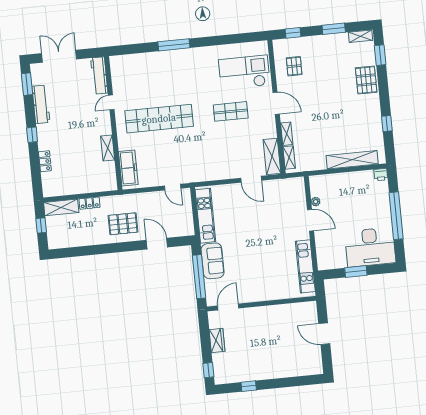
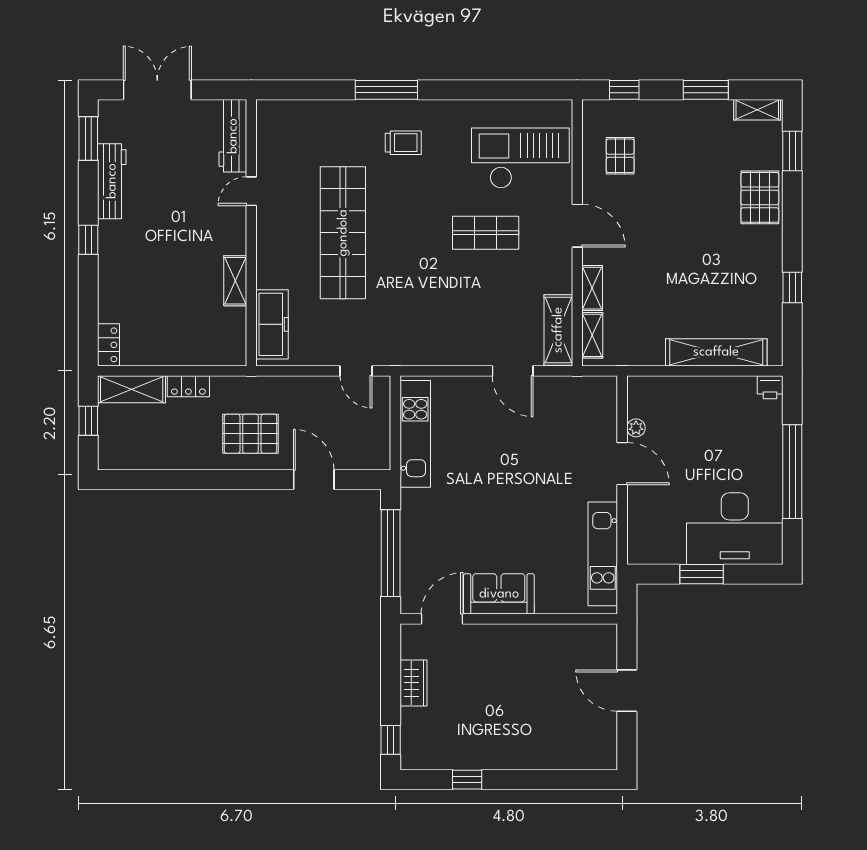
trolley: (185, 70) -> (403, 143), added
shop shelf: (159, 119) -> (343, 233), turned 90
locker: (45, 161) -> (108, 345), moved
sofa: (213, 261) -> (499, 594), moved, turned -90

